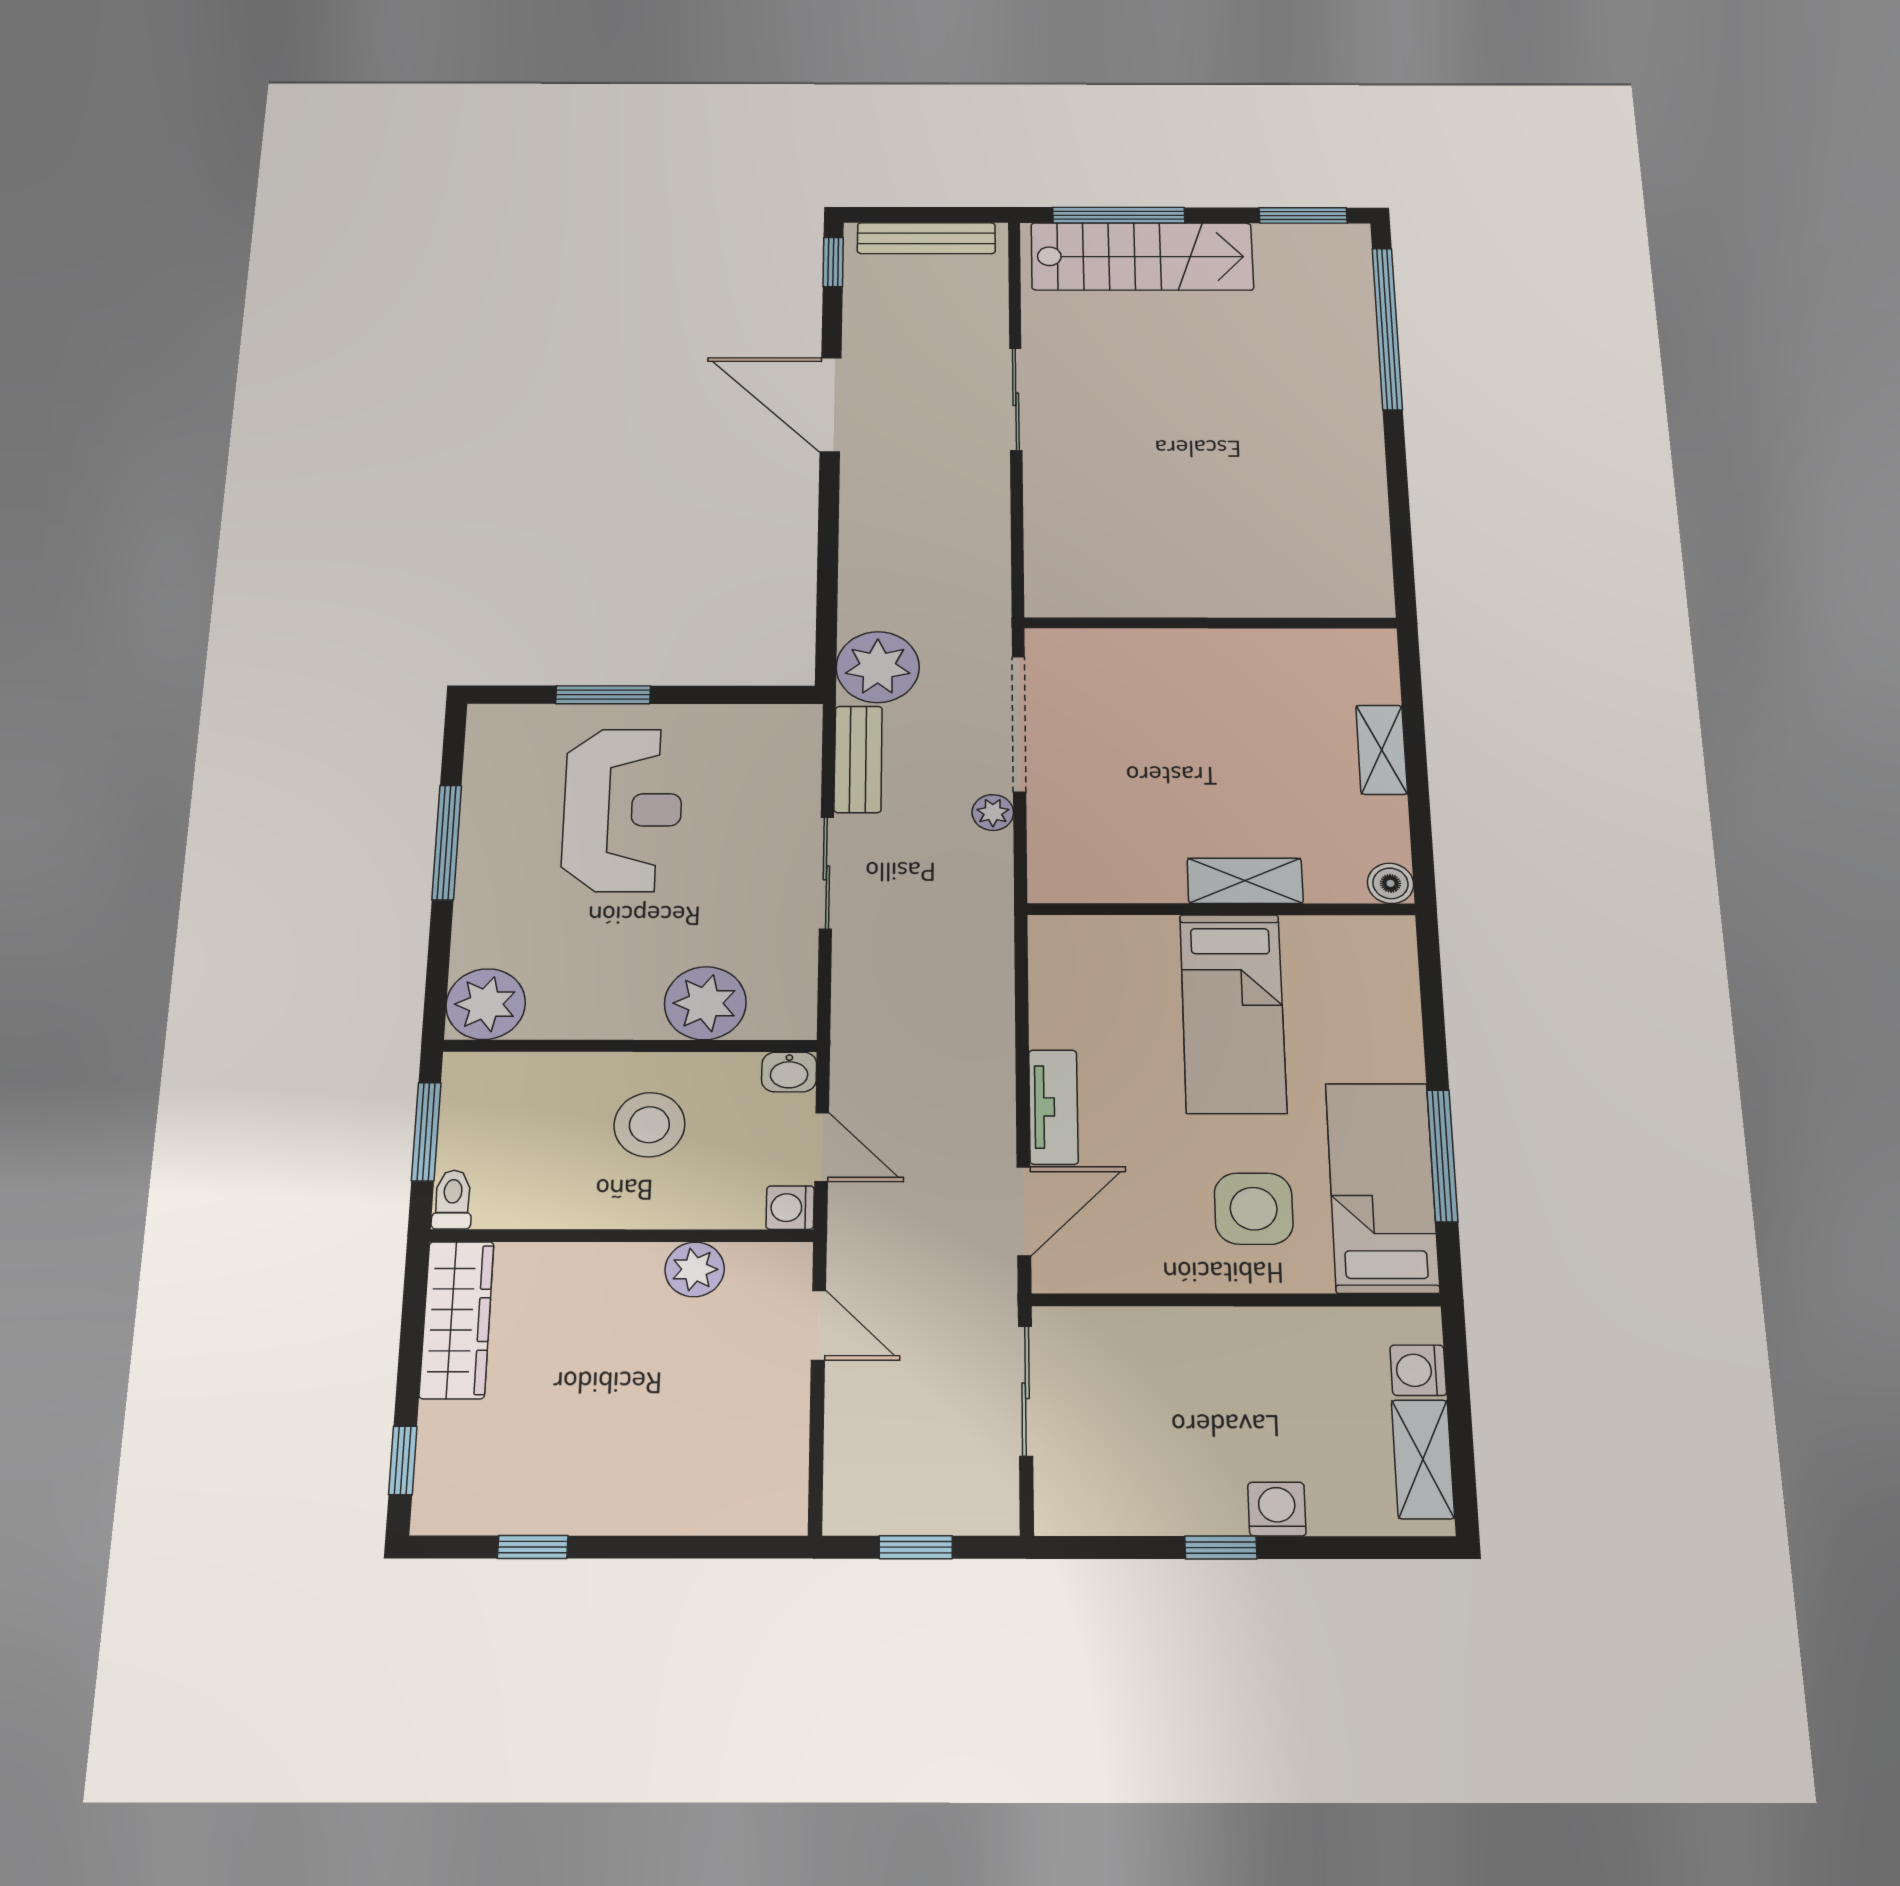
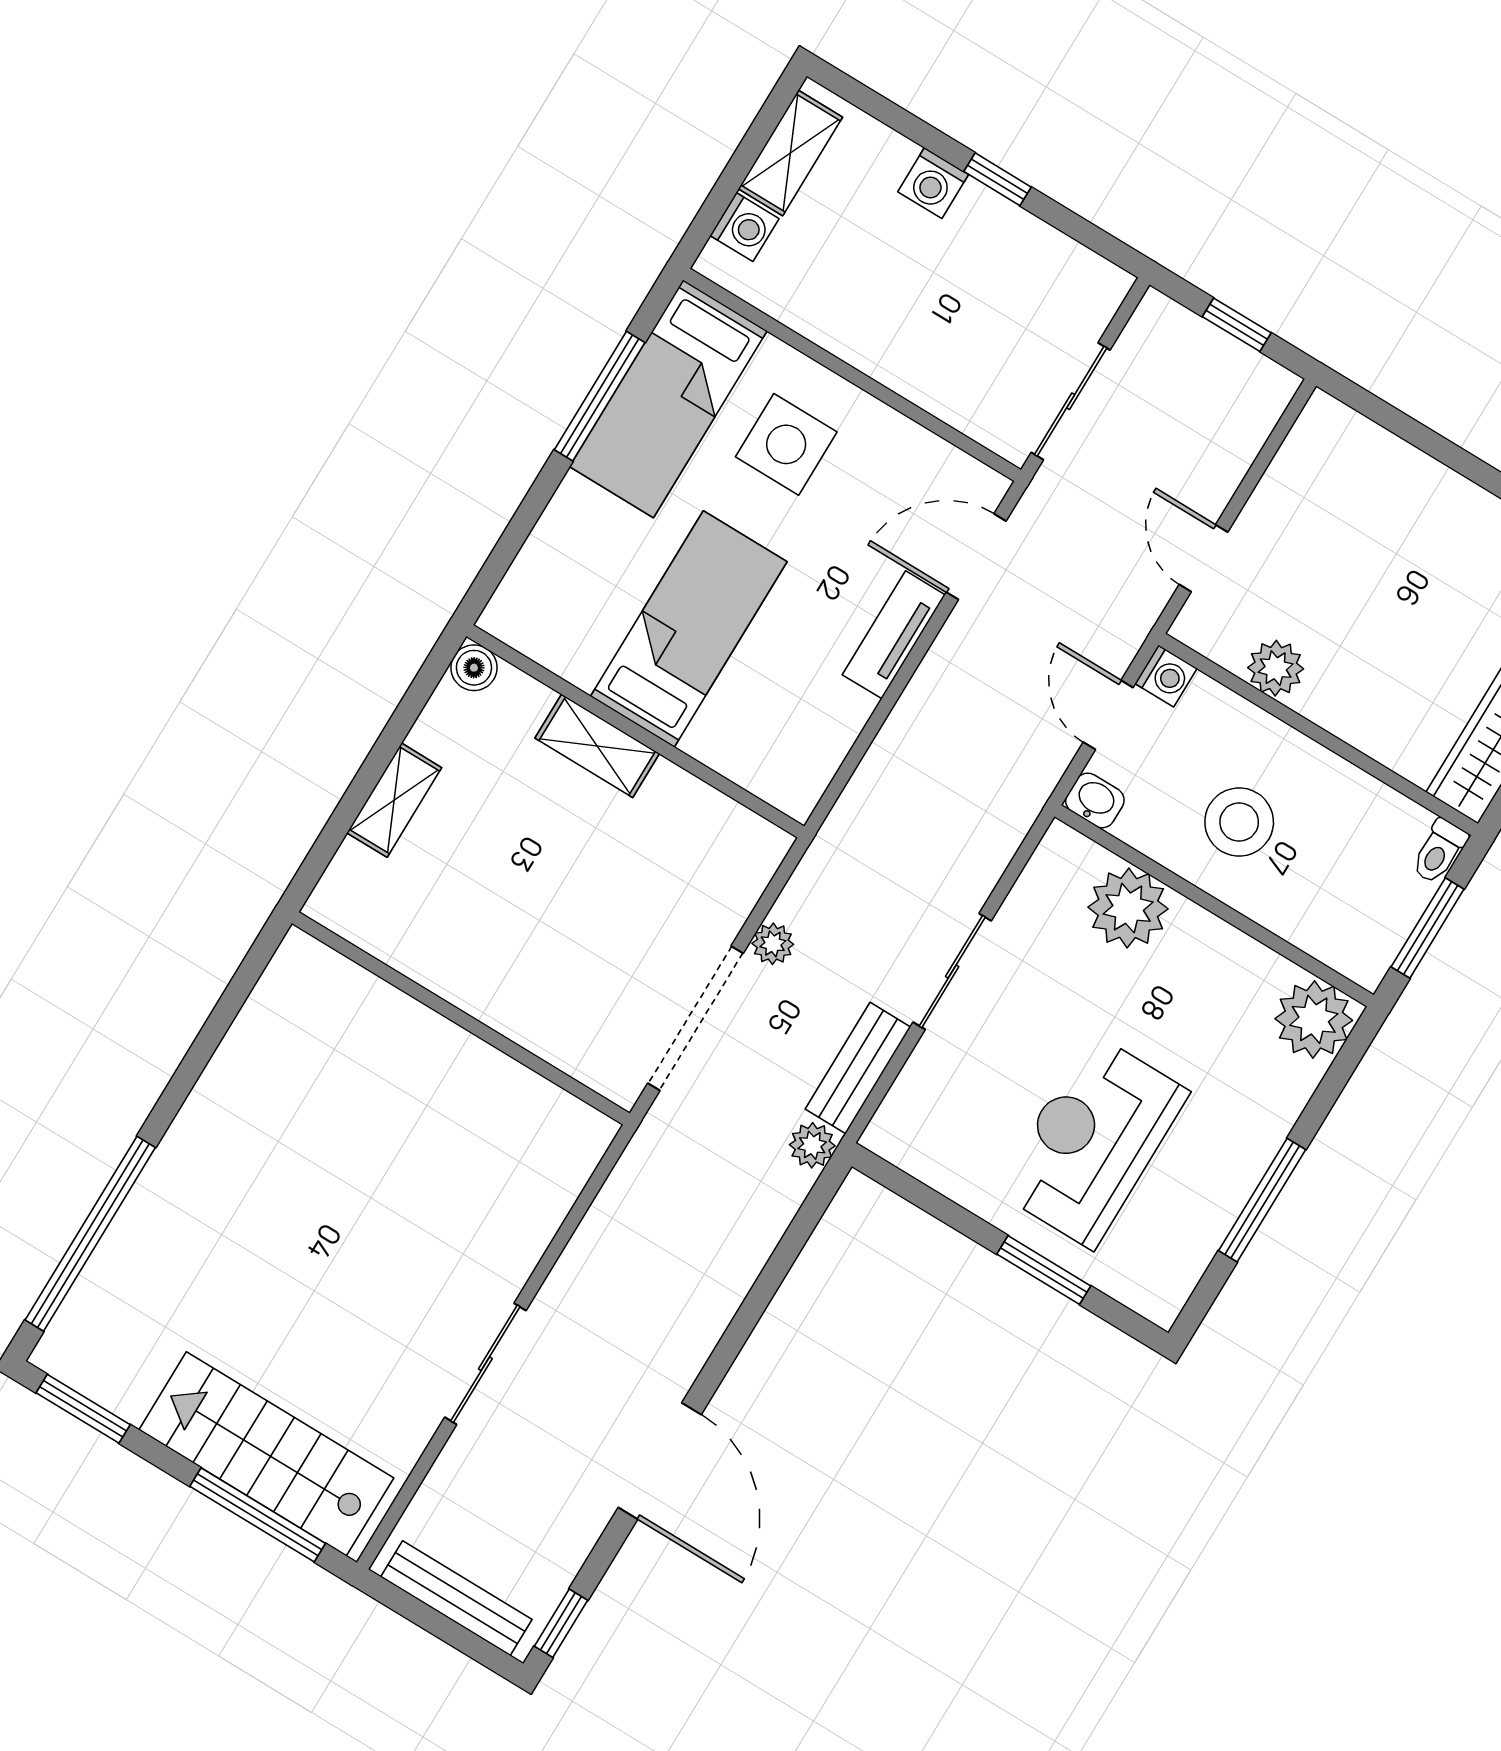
plant: (878, 667) -> (812, 1145), width x0.53, depth x0.53

